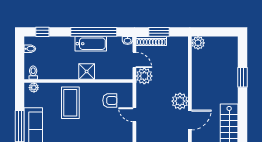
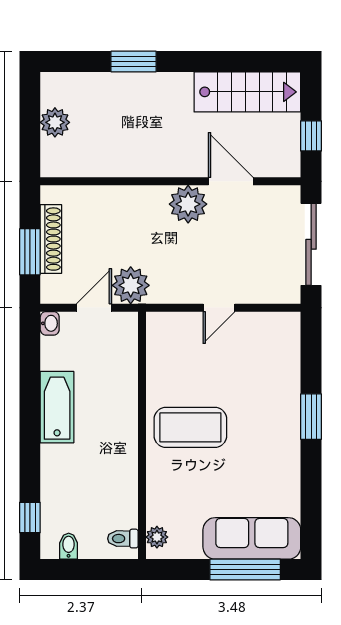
window: (94, 32) -> (30, 400), removed
shoe rack: (151, 41) -> (51, 239), moved
plant: (198, 43) -> (55, 122), moved
shower: (87, 72) -> (120, 417), removed
armchair: (110, 100) -> (187, 364), removed
coffee table: (70, 103) -> (190, 427), moved

